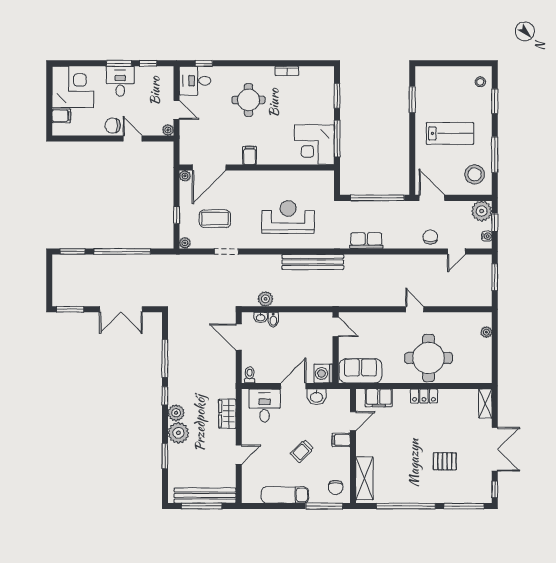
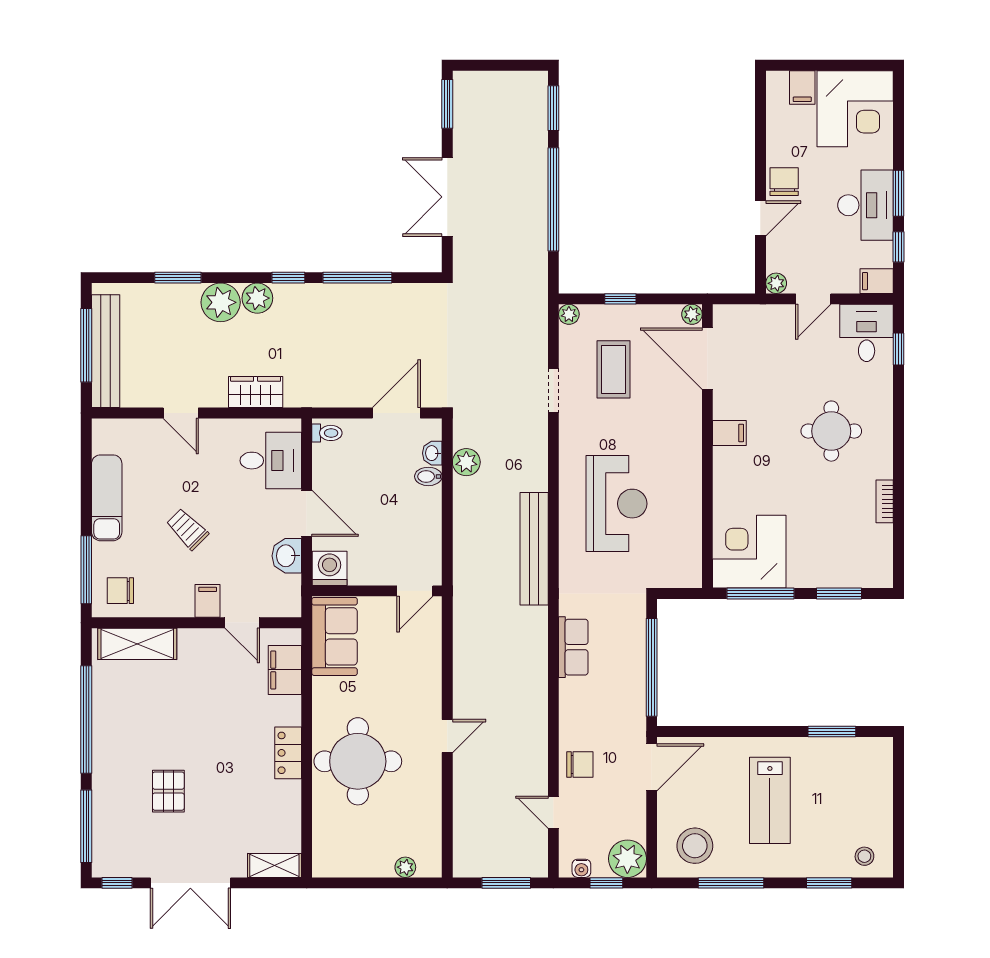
filing cabinet: (167, 75) -> (877, 281), added
desk: (120, 81) -> (865, 205), width x1.37

